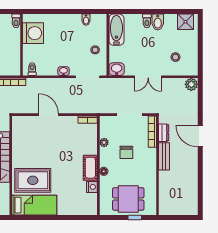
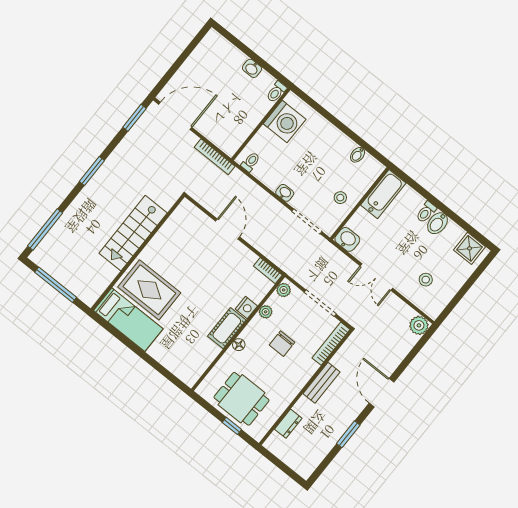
plant: (104, 123) -> (284, 290), added
dresser: (164, 133) -> (288, 424), moved
window: (200, 172) -> (348, 434), added
nightstand: (92, 187) -> (246, 308), moved

